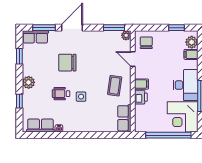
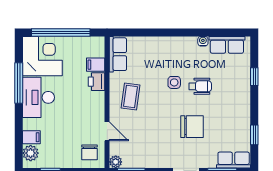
plant: (29, 82) -> (242, 101), removed
filing cabinet: (141, 84) -> (96, 65), moved

